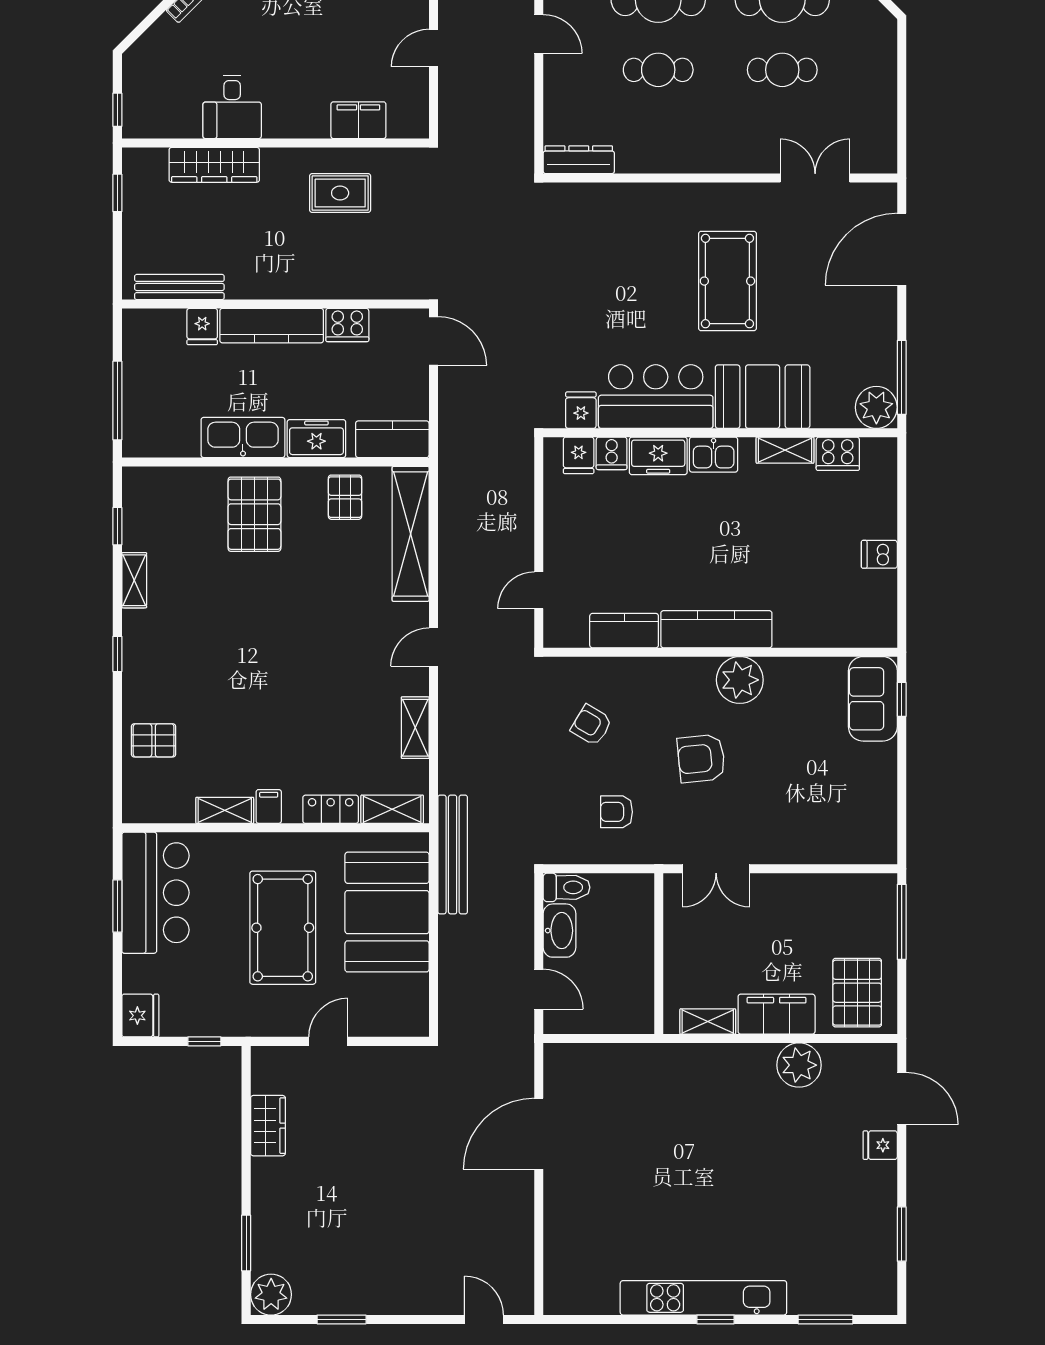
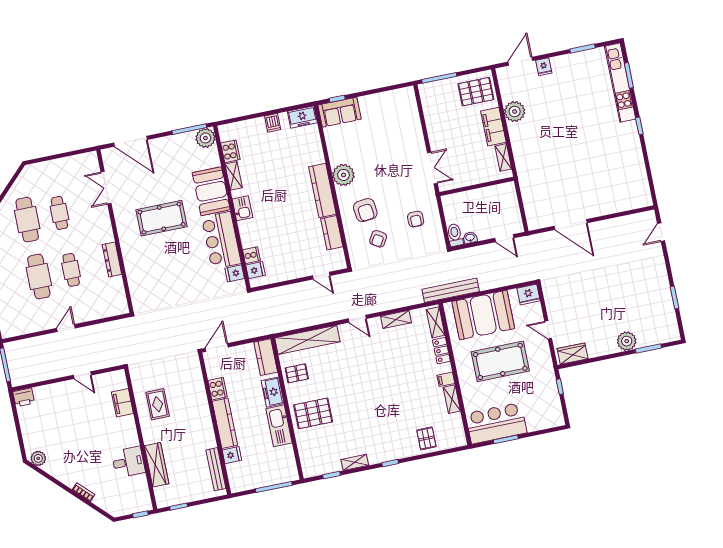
dresser: (579, 160) -> (112, 259), moved
freezer: (658, 456) -> (302, 117), moved, turned 90
armchair: (701, 758) -> (365, 210), moved
washbasin: (559, 931) -> (470, 238), width x0.52, depth x0.69
door: (539, 989) -> (504, 238), swing flipped
fridge: (140, 1016) -> (528, 294), moved, turned 180
wardrobe: (268, 1126) -> (573, 354), moved
plant: (271, 1295) -> (627, 341), moved
kitchen unit: (703, 1298) -> (620, 83), moved

